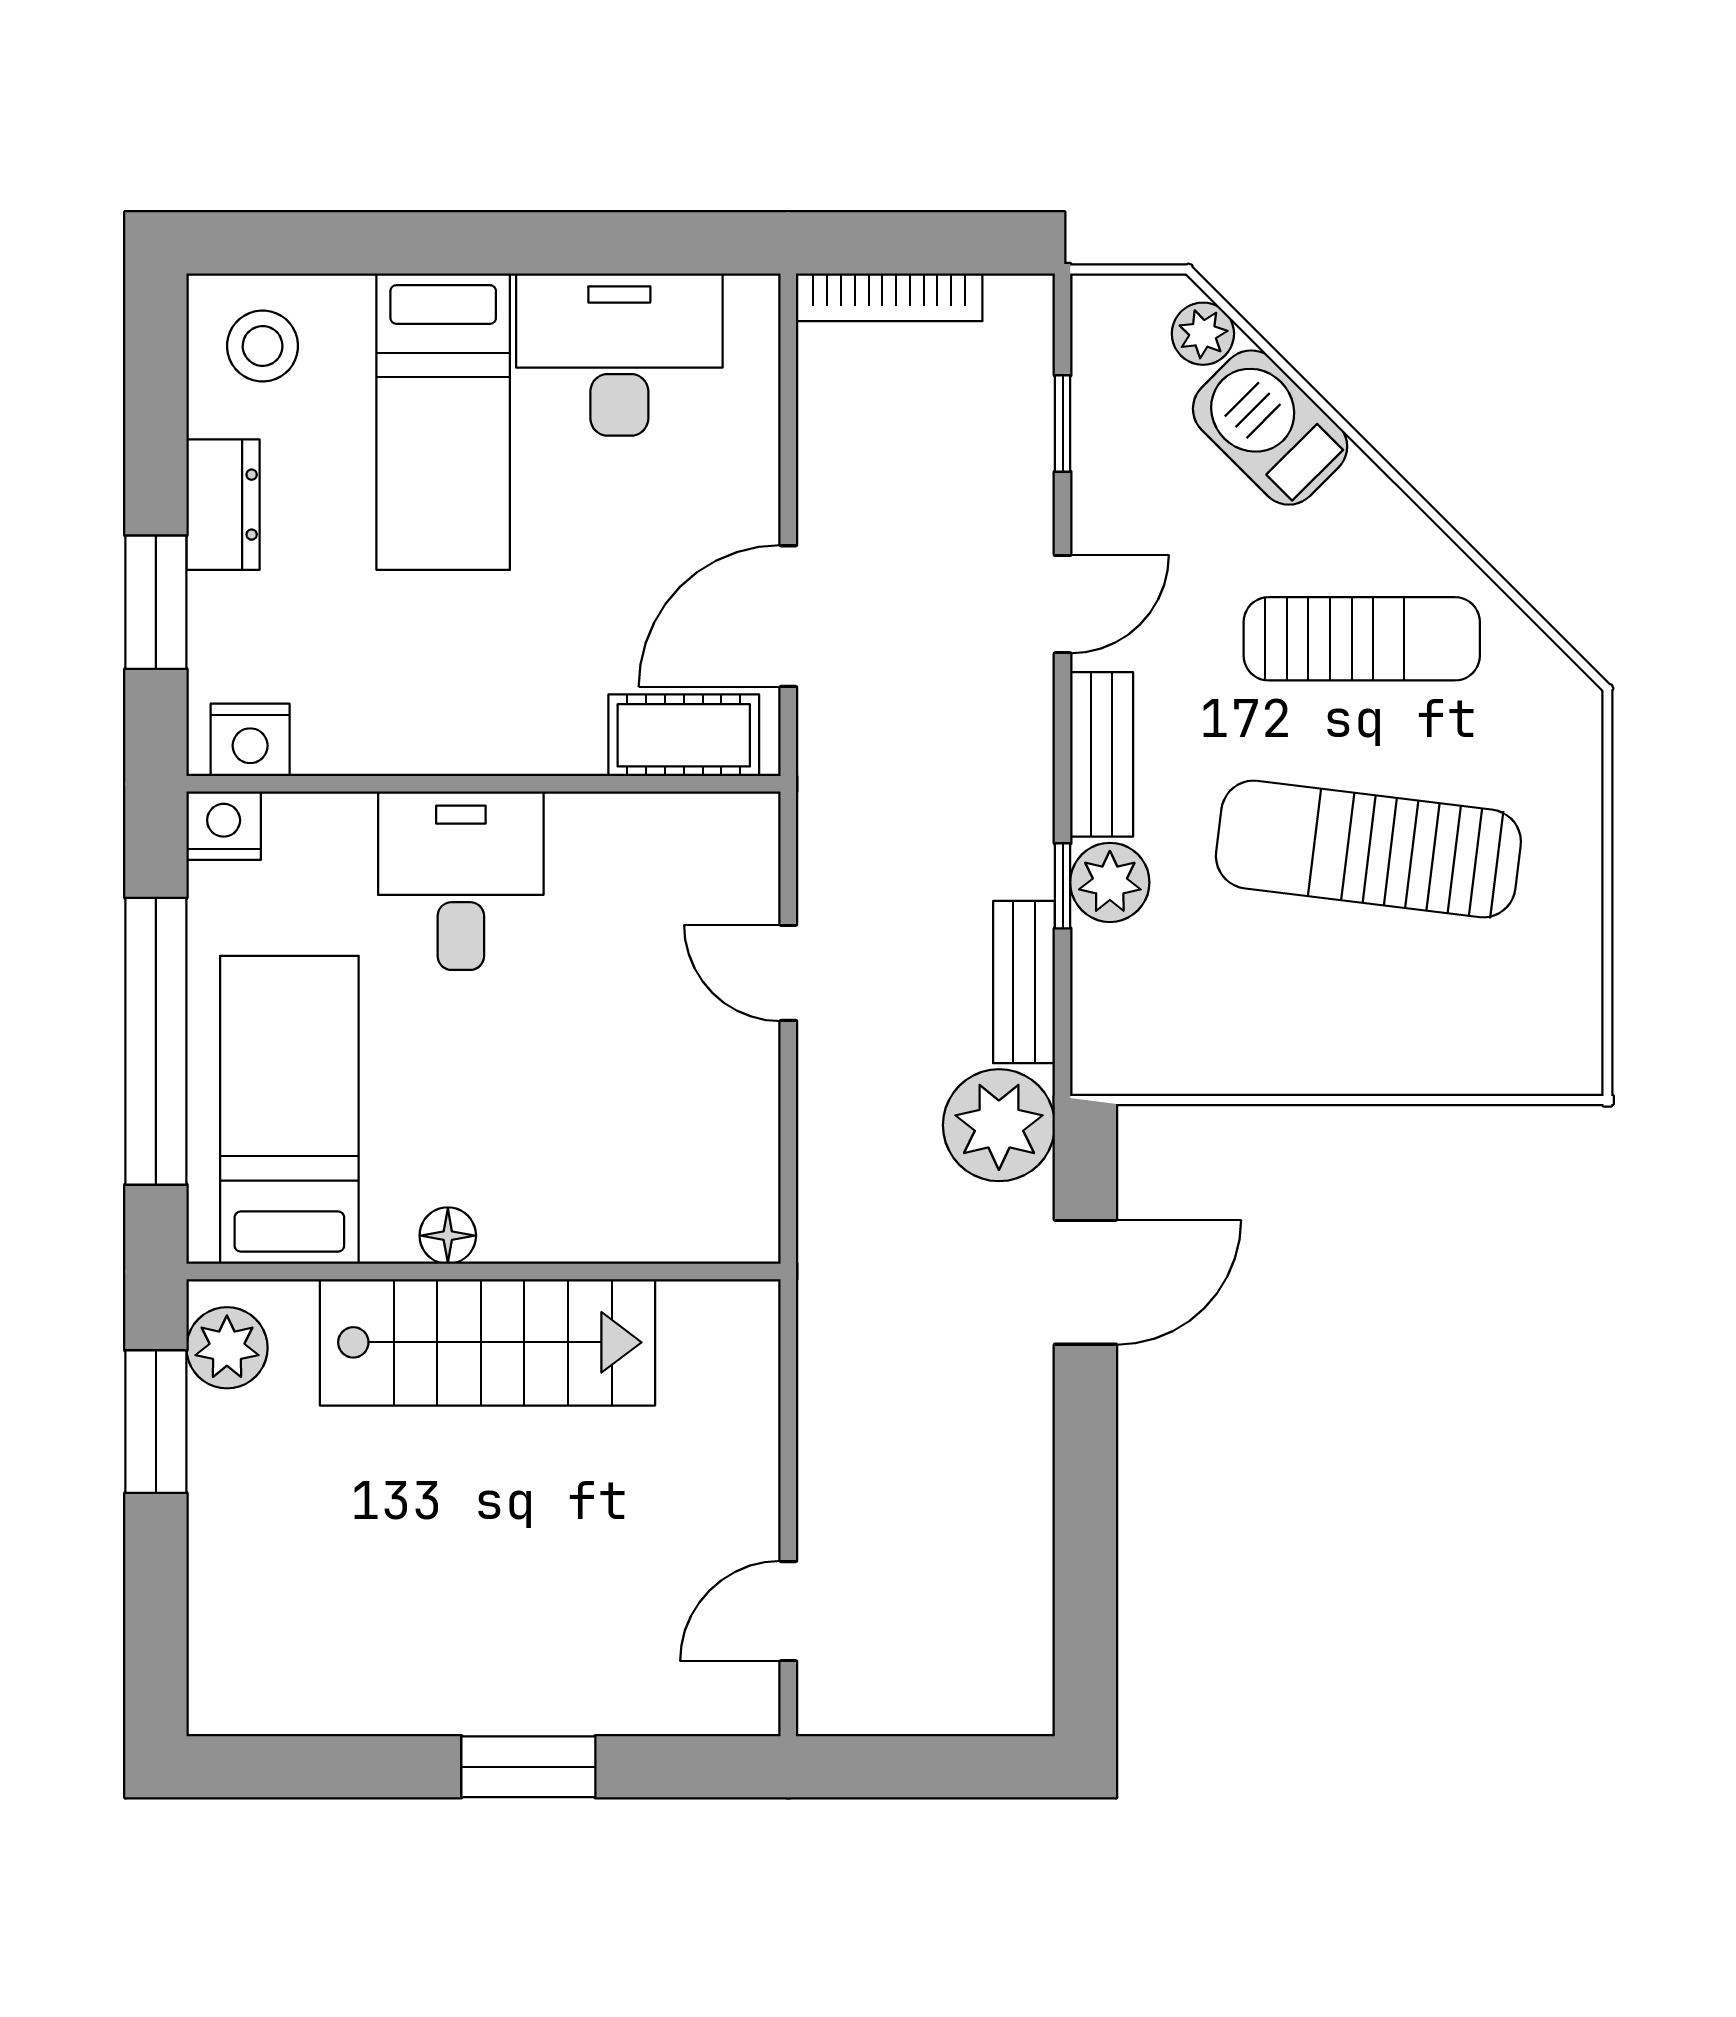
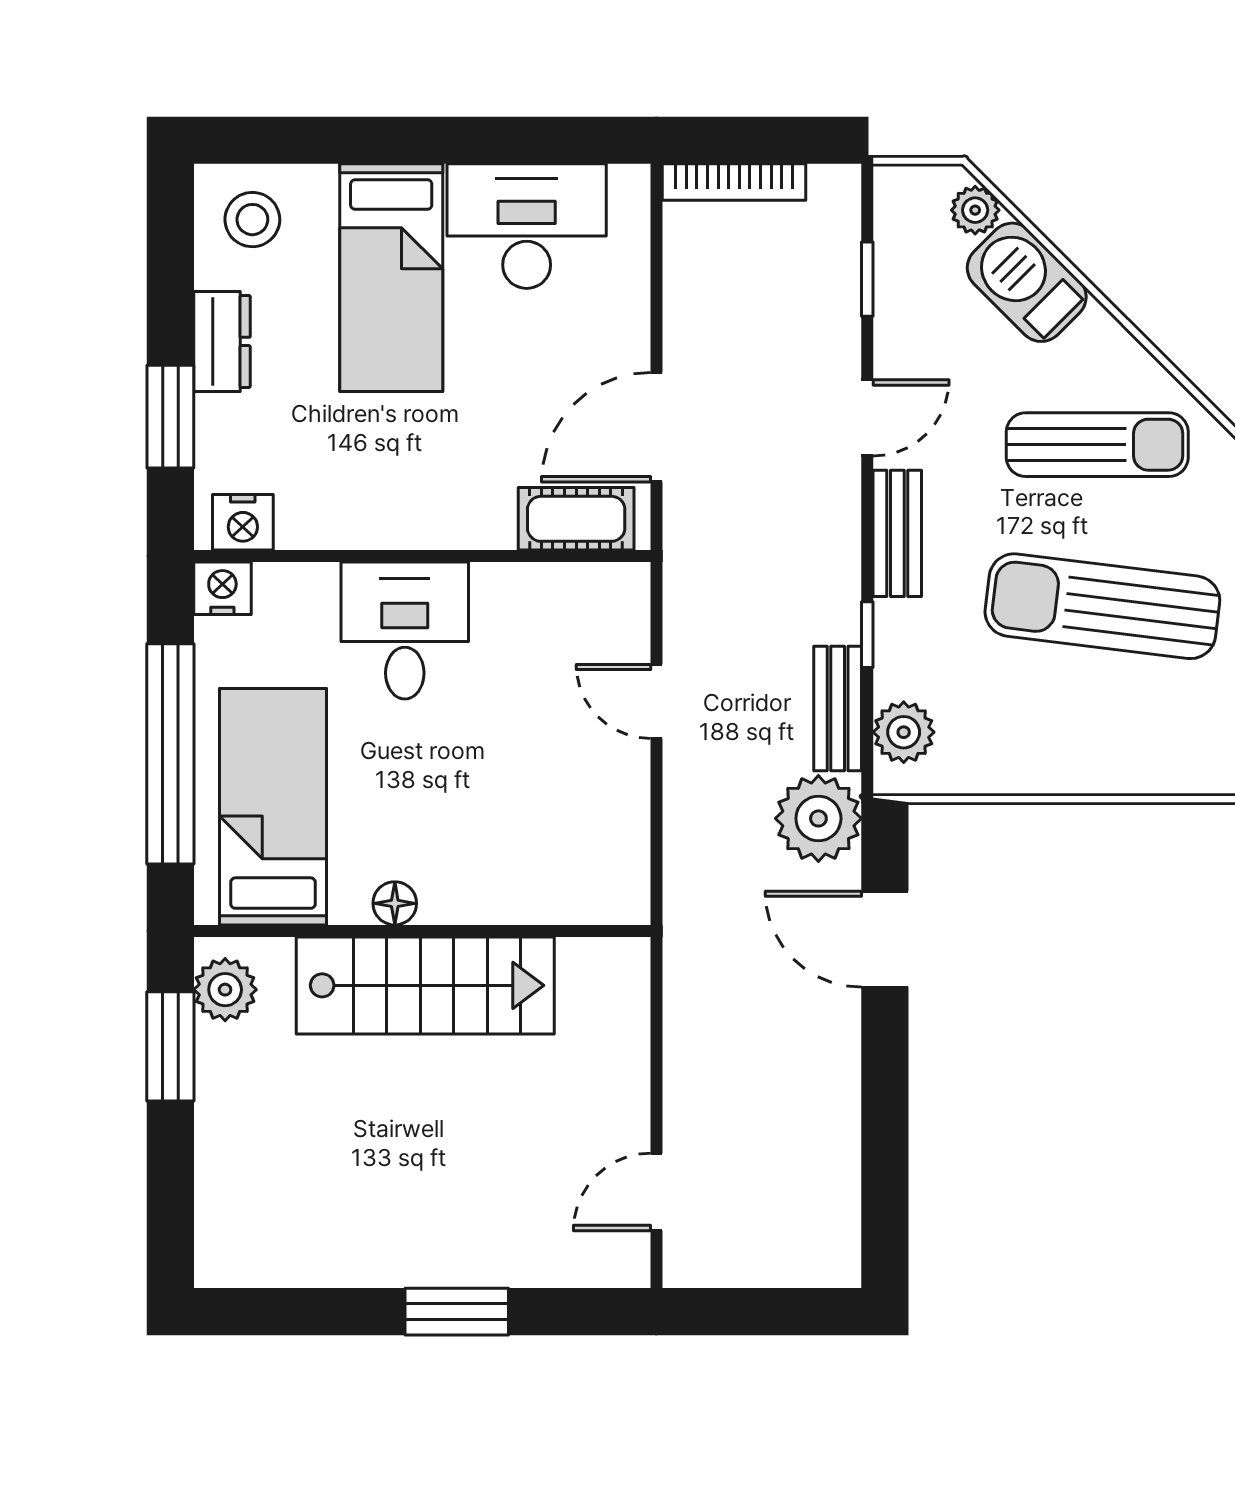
plant: (1110, 882) -> (904, 732), moved
door: (1085, 1282) -> (885, 939), swing flipped

